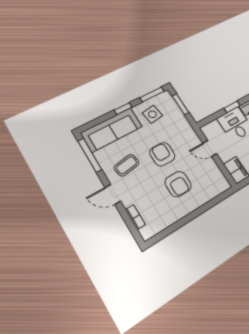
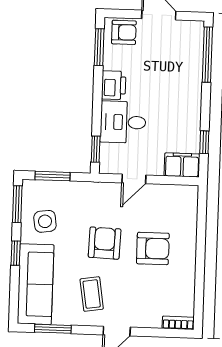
window: (232, 107) -> (96, 149), moved
armchair: (162, 154) -> (105, 243), turned 92
window: (90, 155) -> (53, 329), width x0.69
bookcase: (135, 217) -> (178, 323), moved

